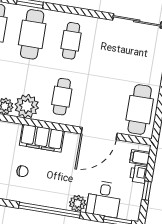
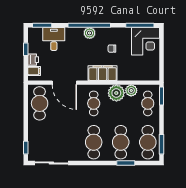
cafe table: (71, 41) -> (94, 142), width x1.37, depth x1.35
door: (99, 134) -> (64, 83), swing flipped
plant: (78, 203) -> (90, 33), moved

